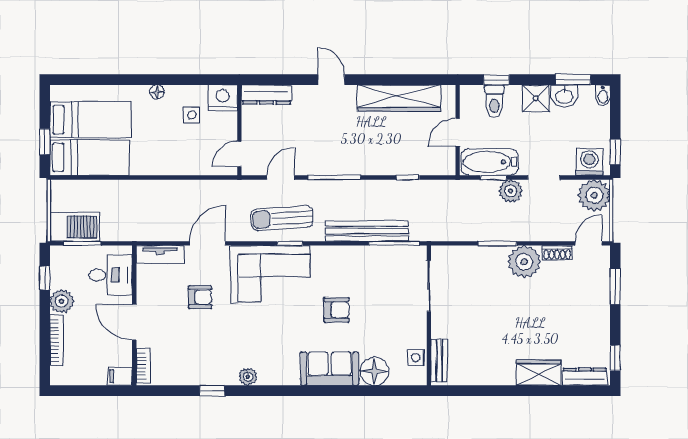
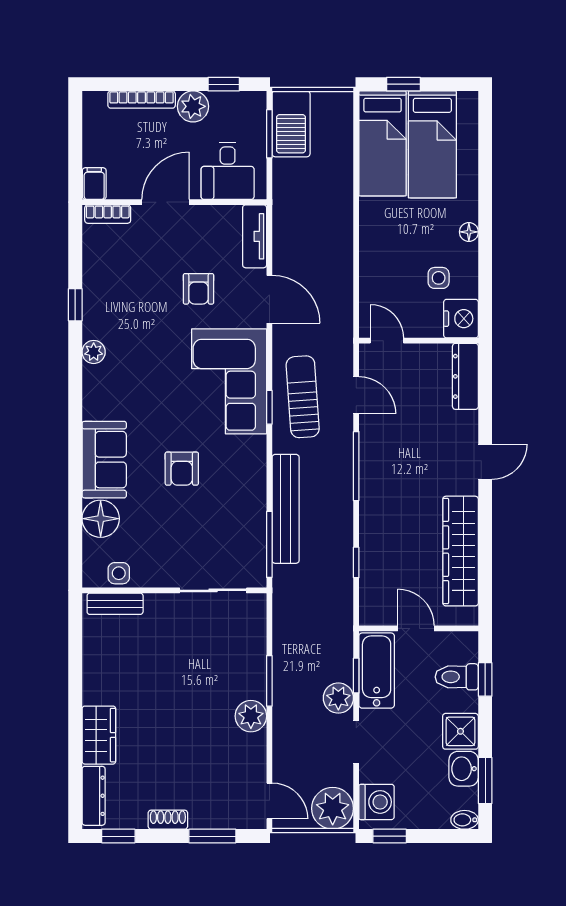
shoe rack: (557, 253) -> (168, 820), moved, turned 90
plant: (524, 262) -> (251, 716), width x0.73, depth x0.73

